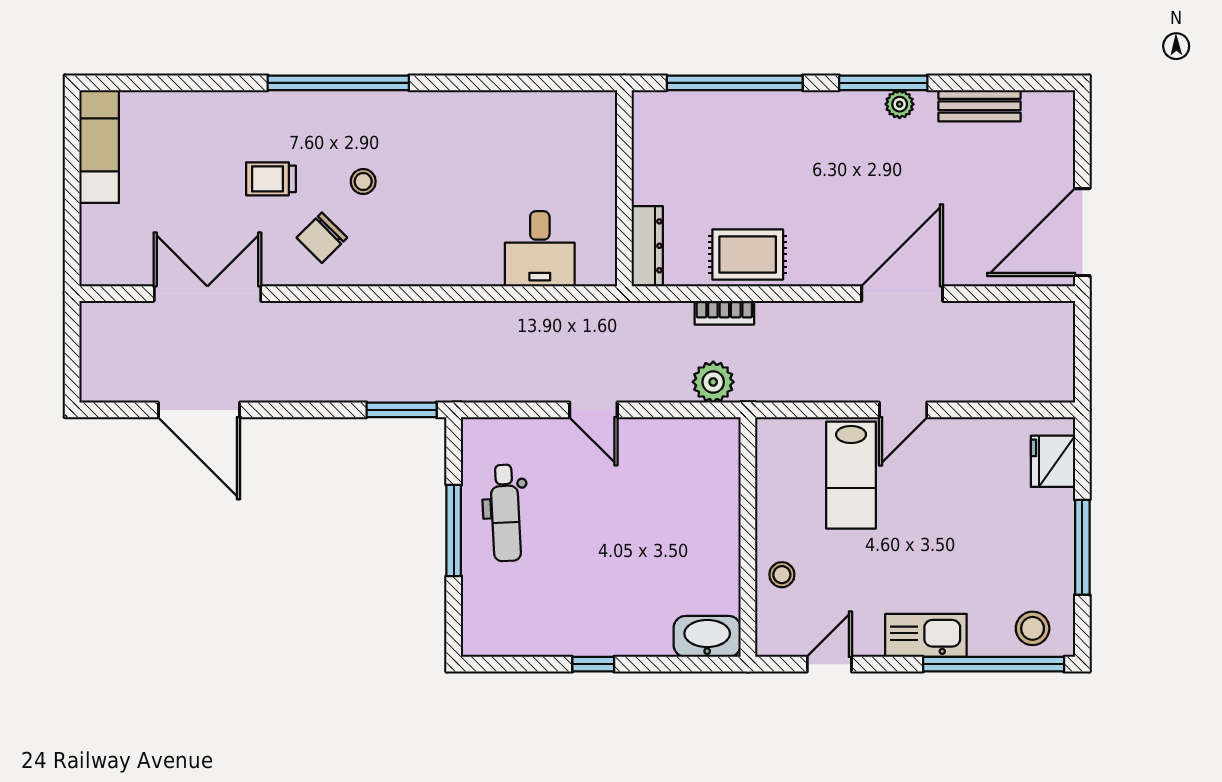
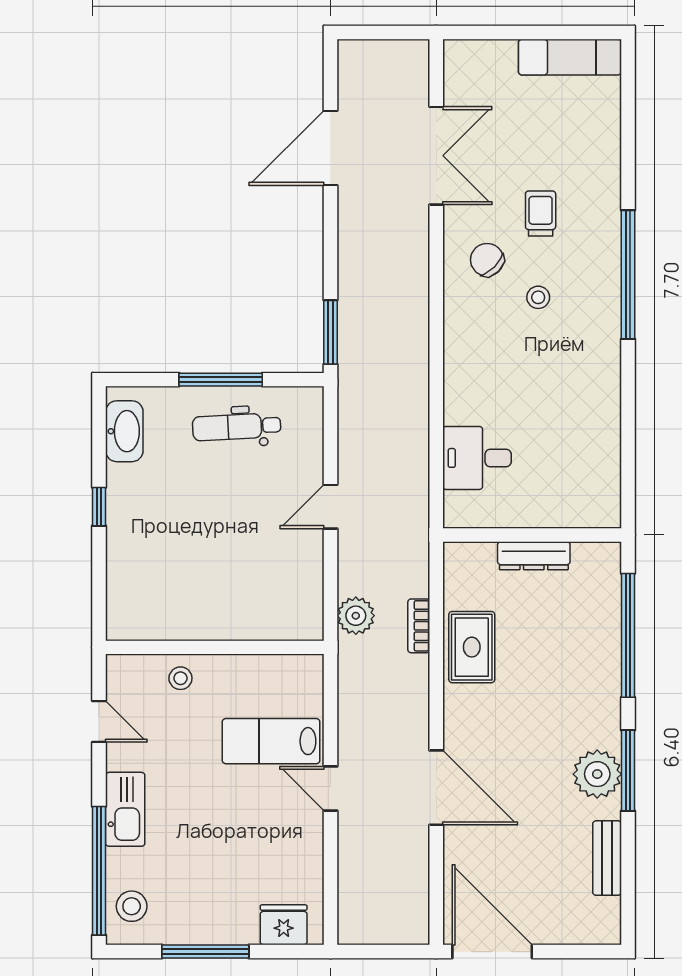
plant: (900, 104) -> (597, 774), width x1.88, depth x1.88
dresser: (647, 246) -> (534, 556), moved
washbasin: (707, 636) -> (124, 431), moved

